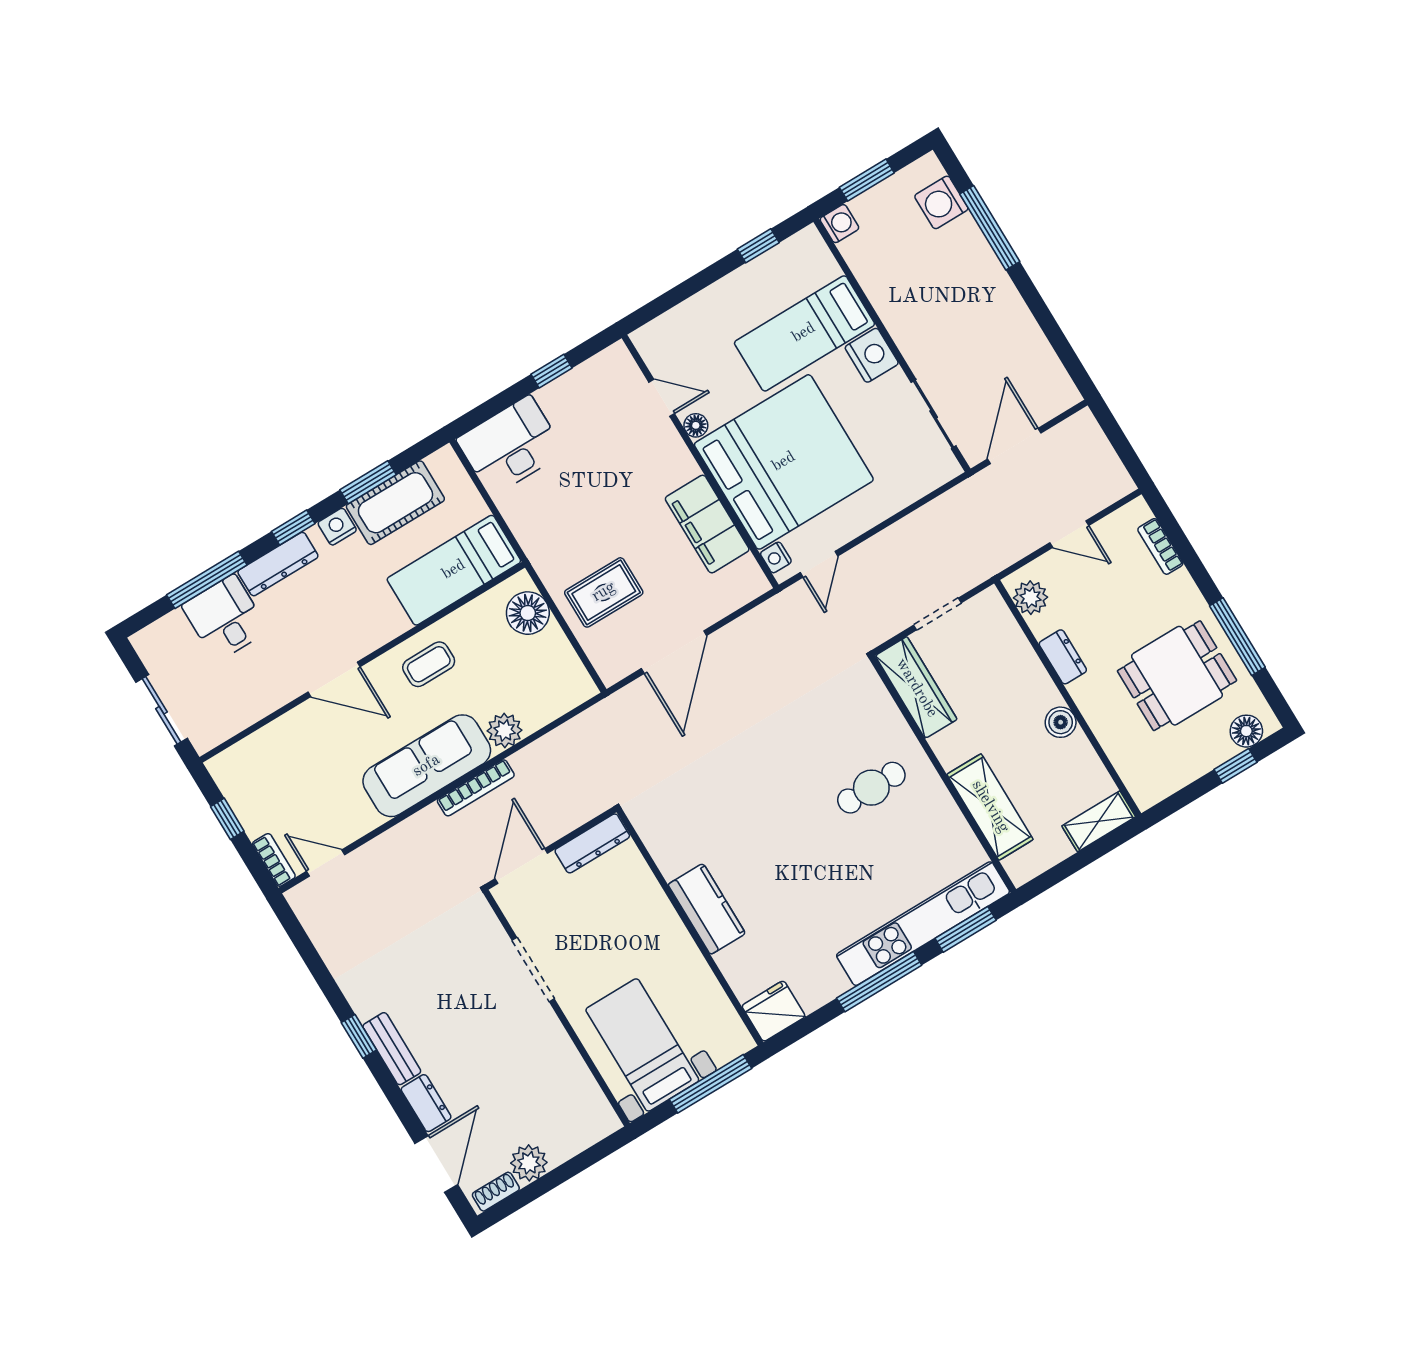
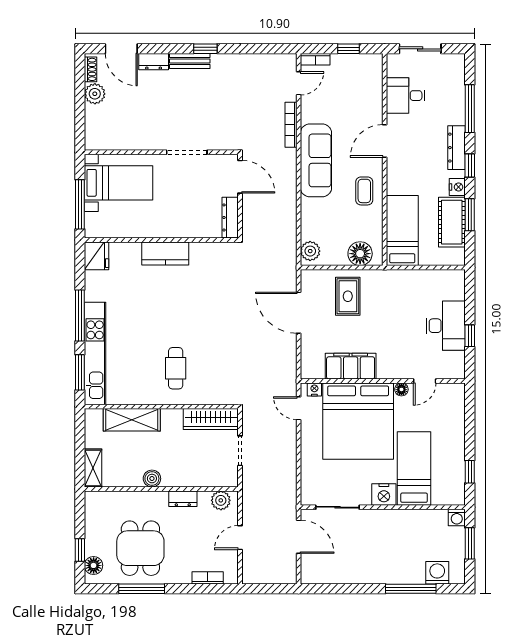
desk: (511, 446) -> (446, 326), moved
desk: (225, 618) -> (406, 96), moved, turned 180
plant: (505, 730) -> (310, 251), moved
bookcase: (476, 788) -> (291, 125), moved

